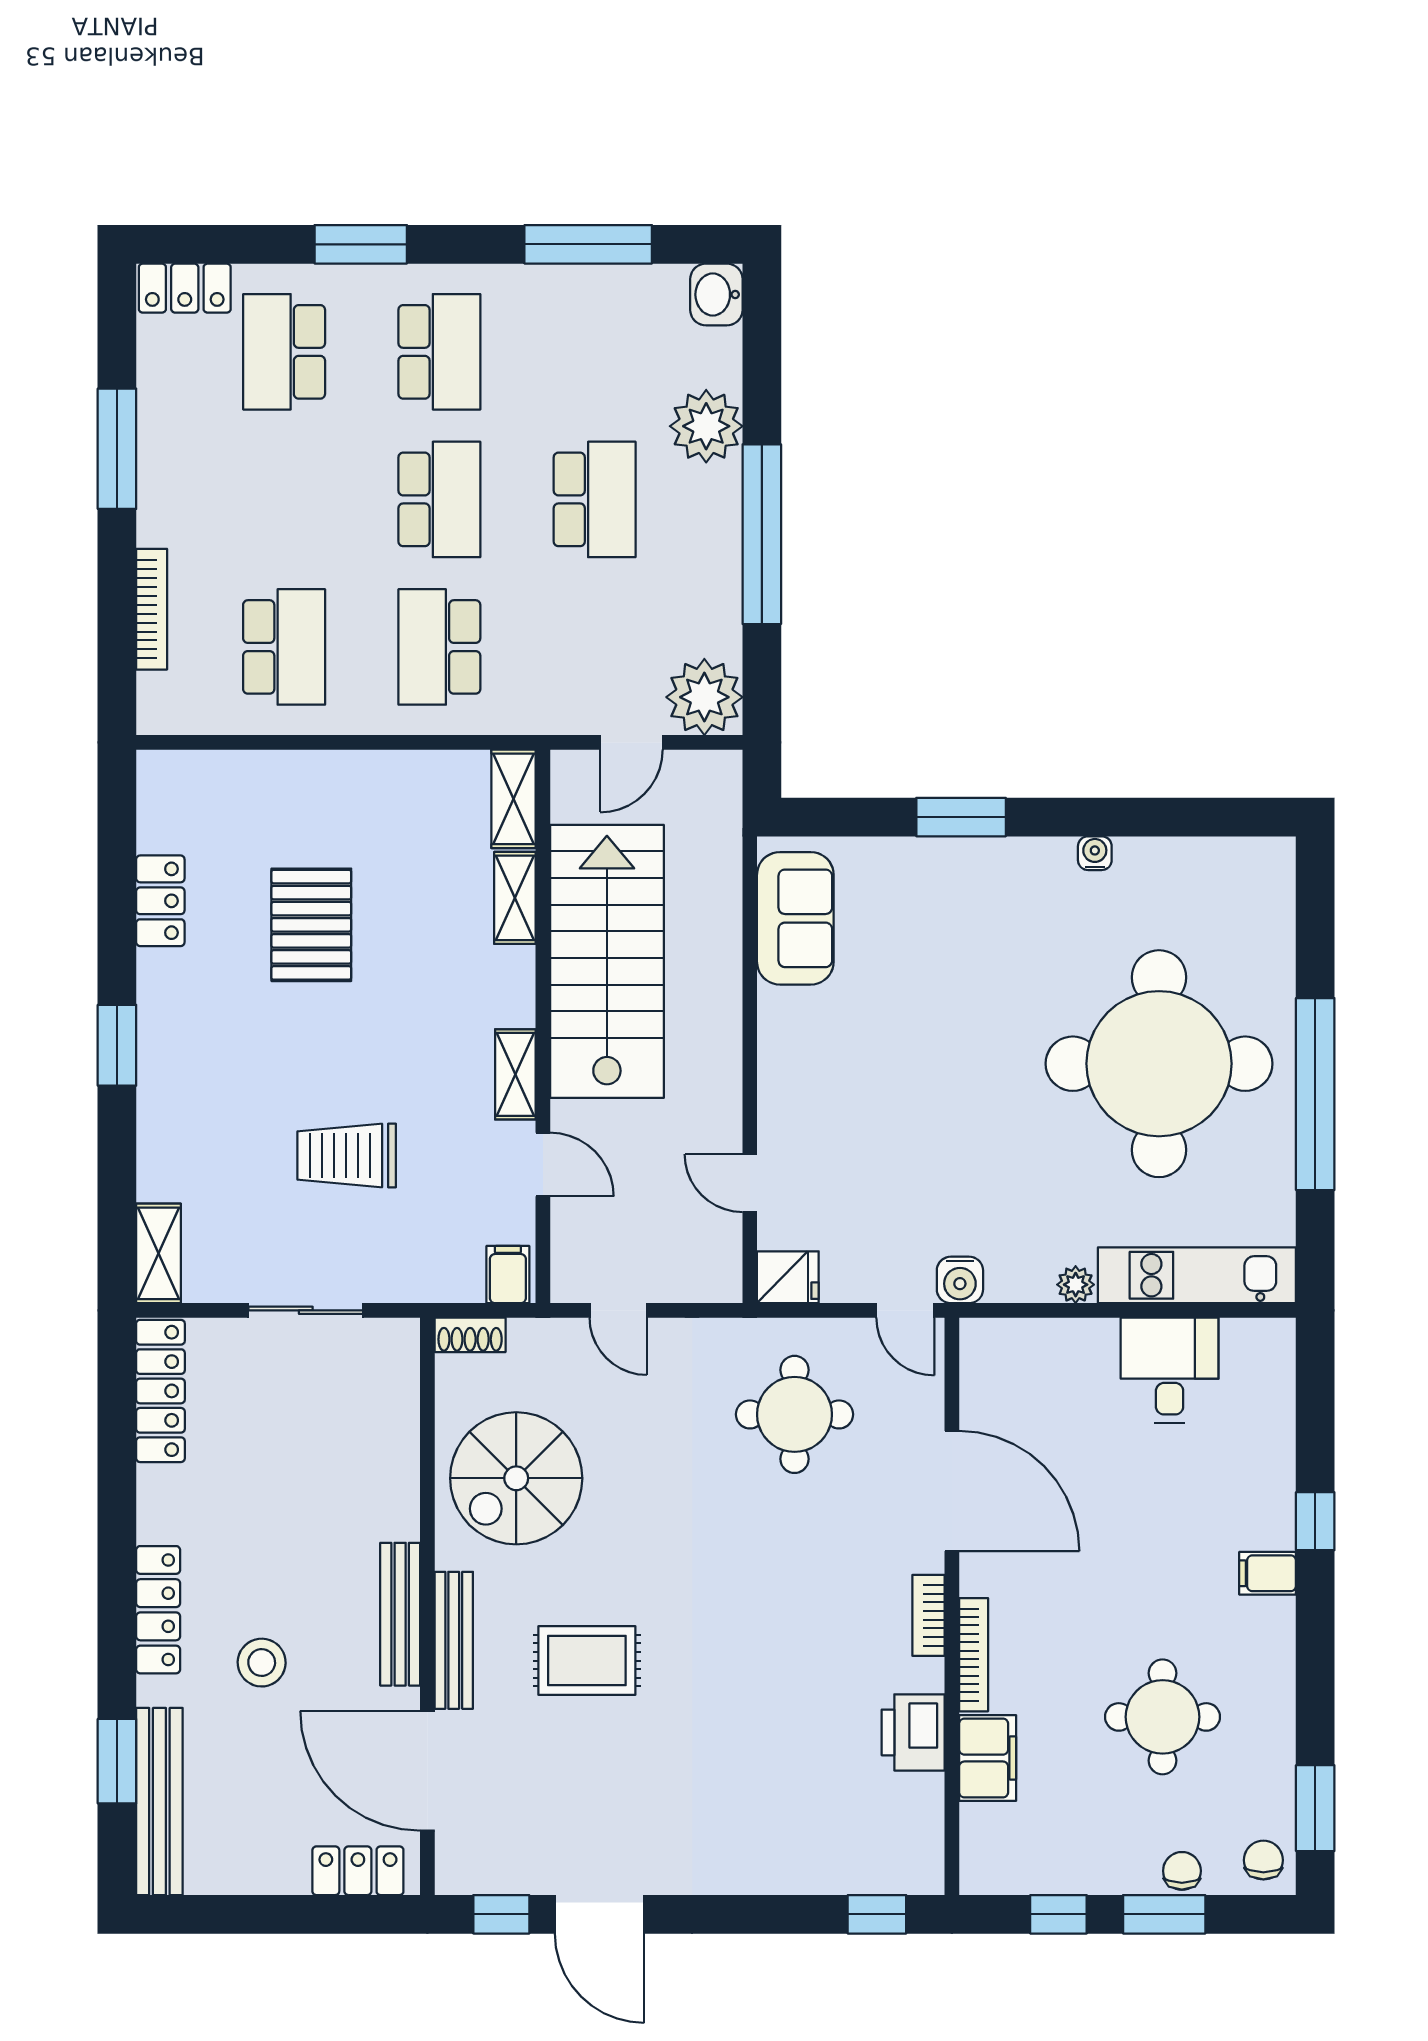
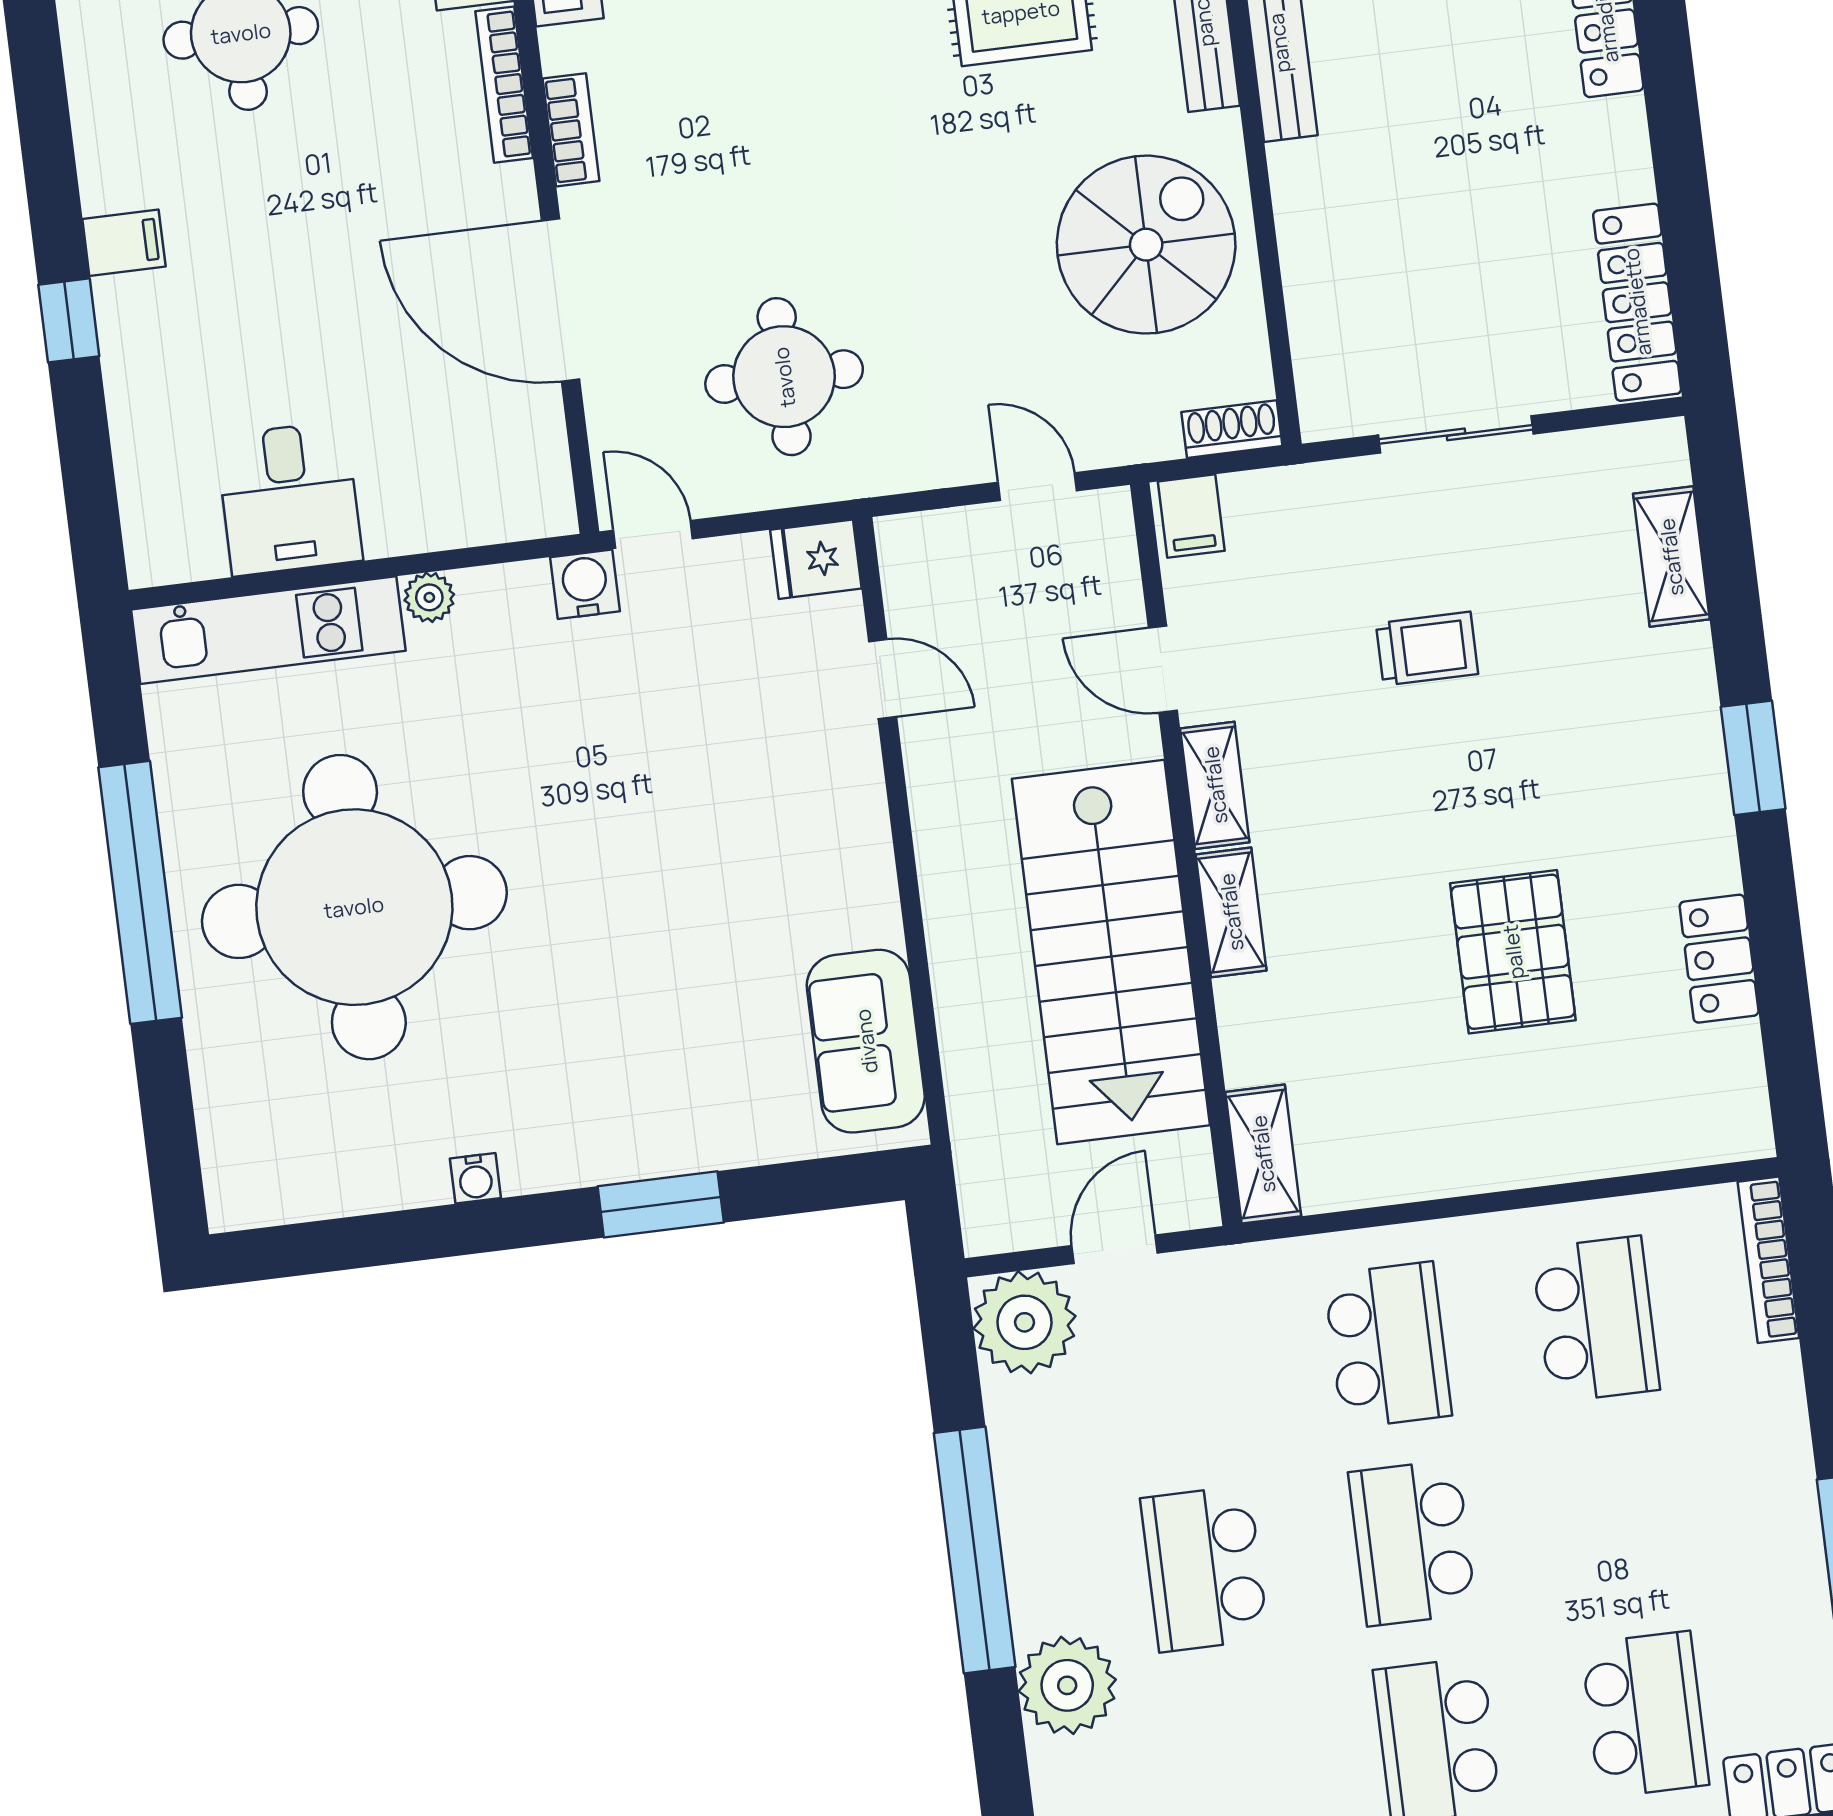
bookcase: (152, 609) -> (1768, 1260), moved
school desk: (284, 647) -> (1596, 1319), turned 180
shelving: (515, 898) -> (1231, 912), moved
trolley: (347, 1155) -> (1427, 649), width x0.73, depth x0.72
shelving: (159, 1253) -> (1671, 557), moved

